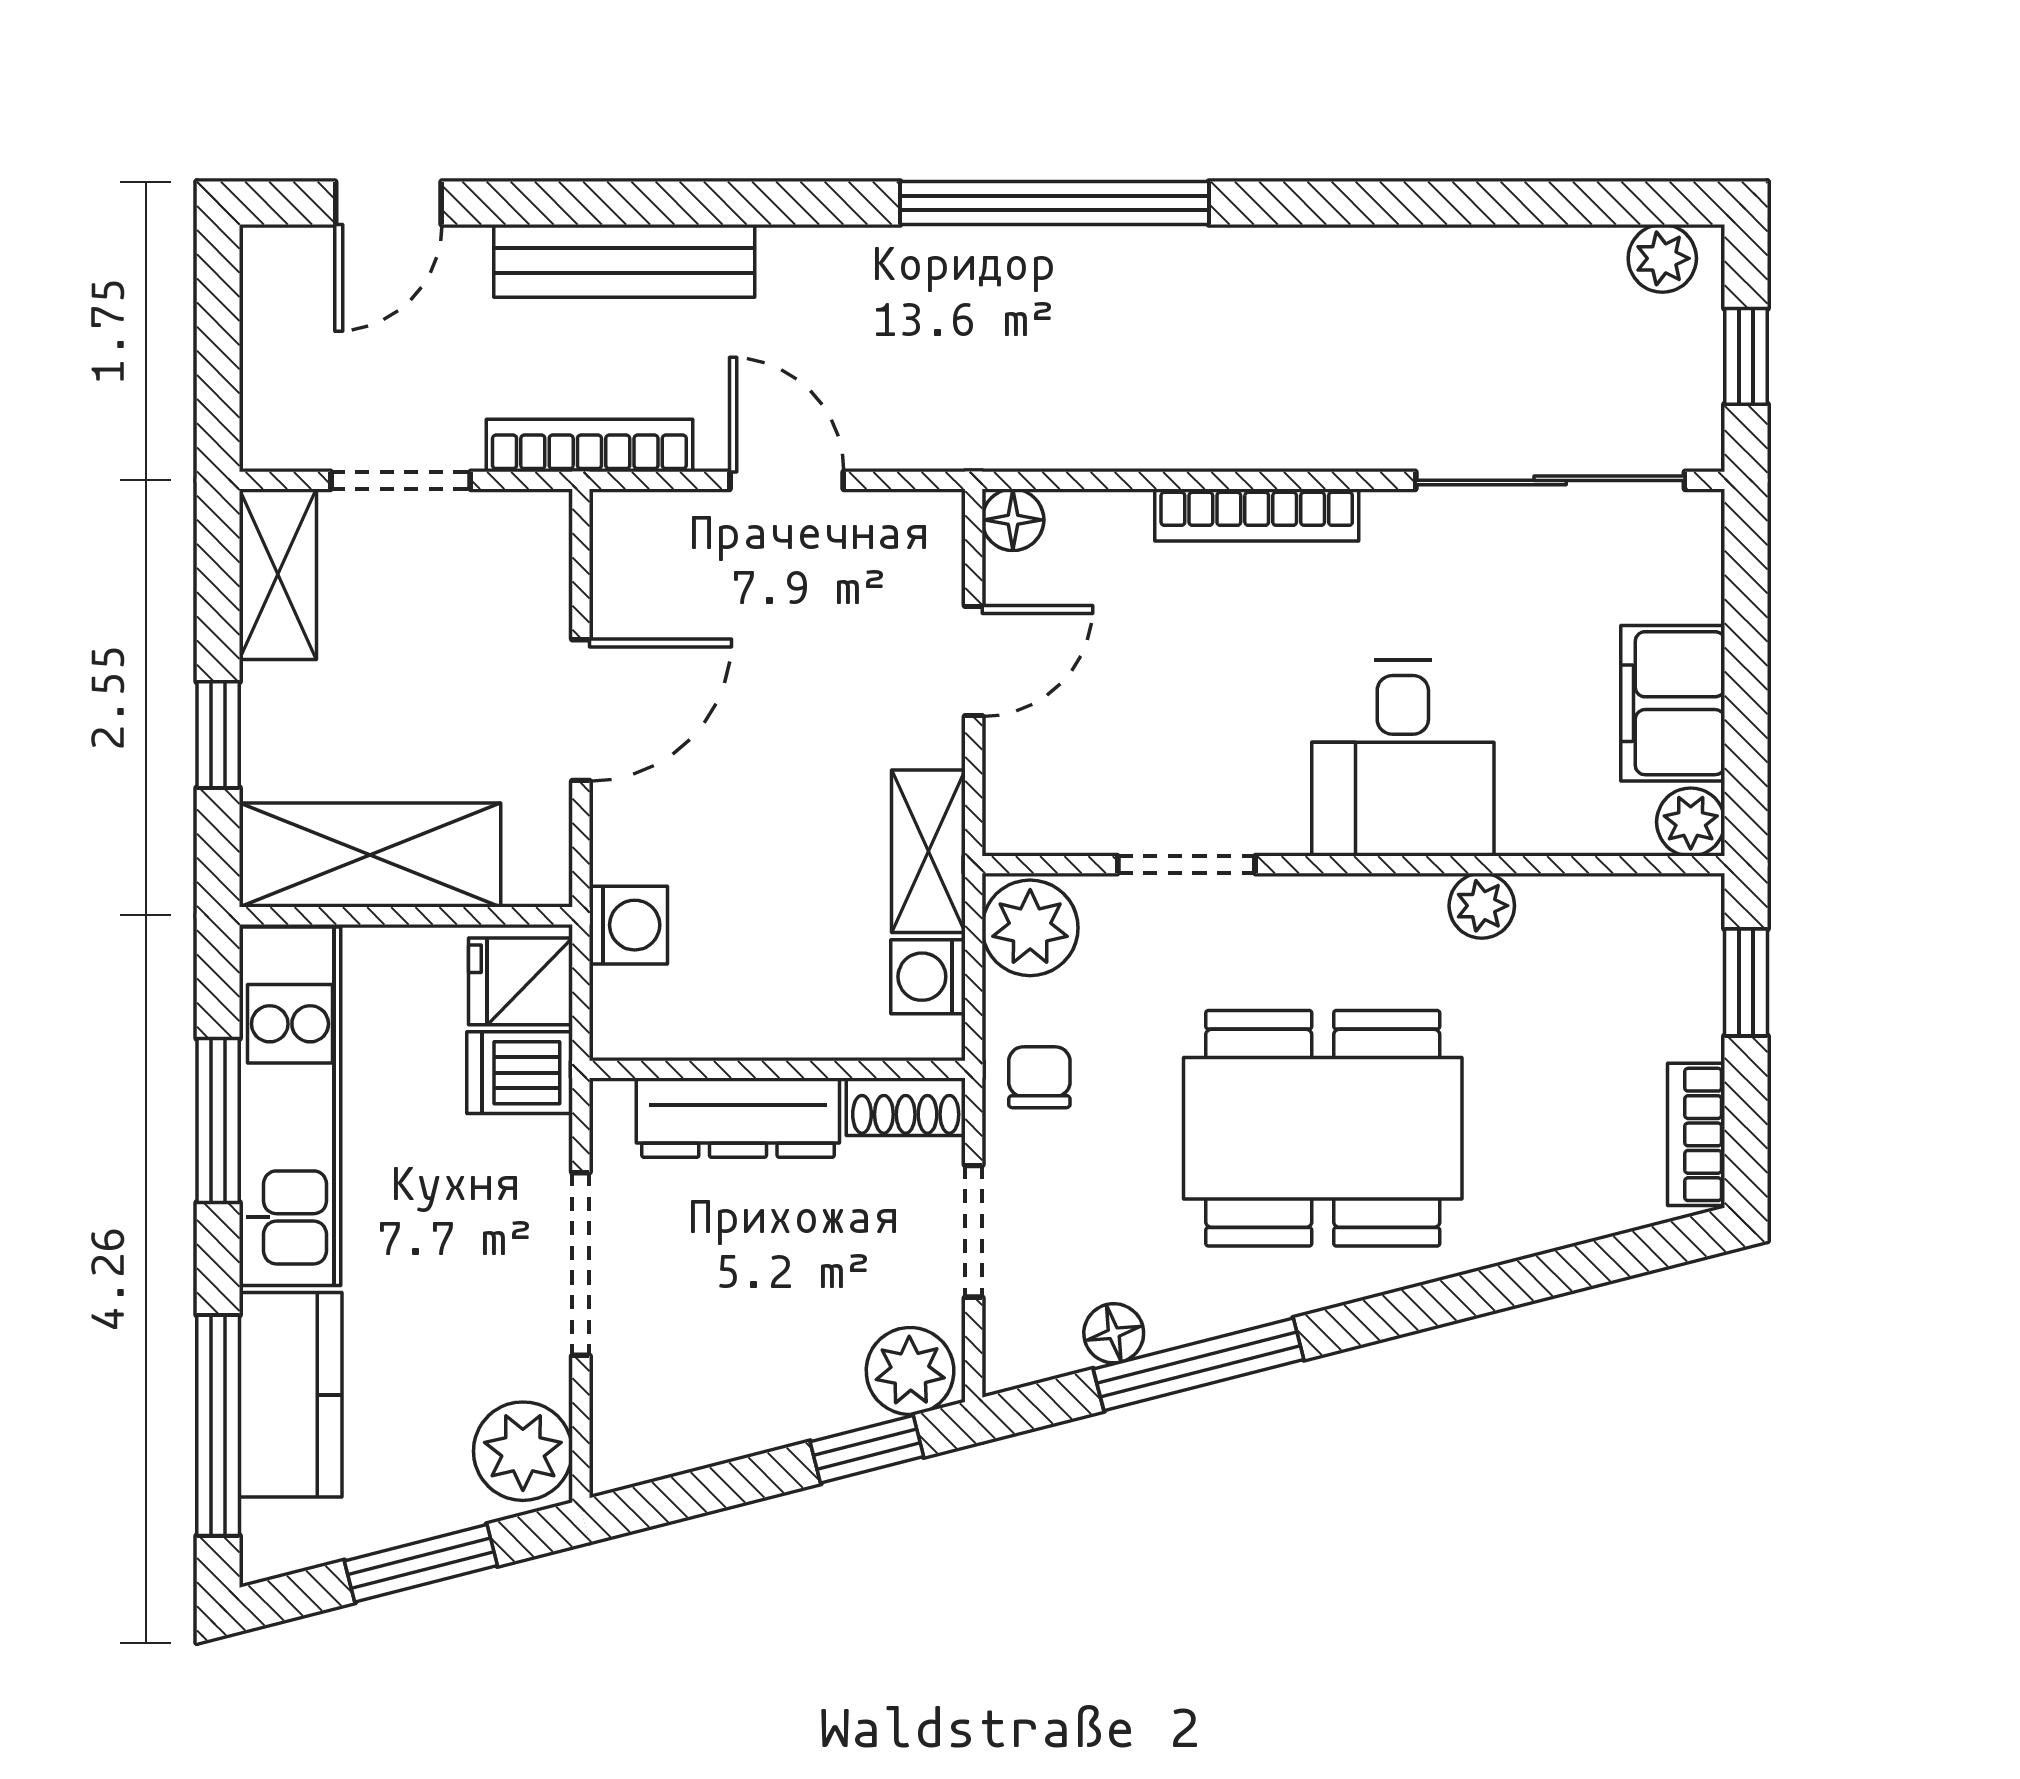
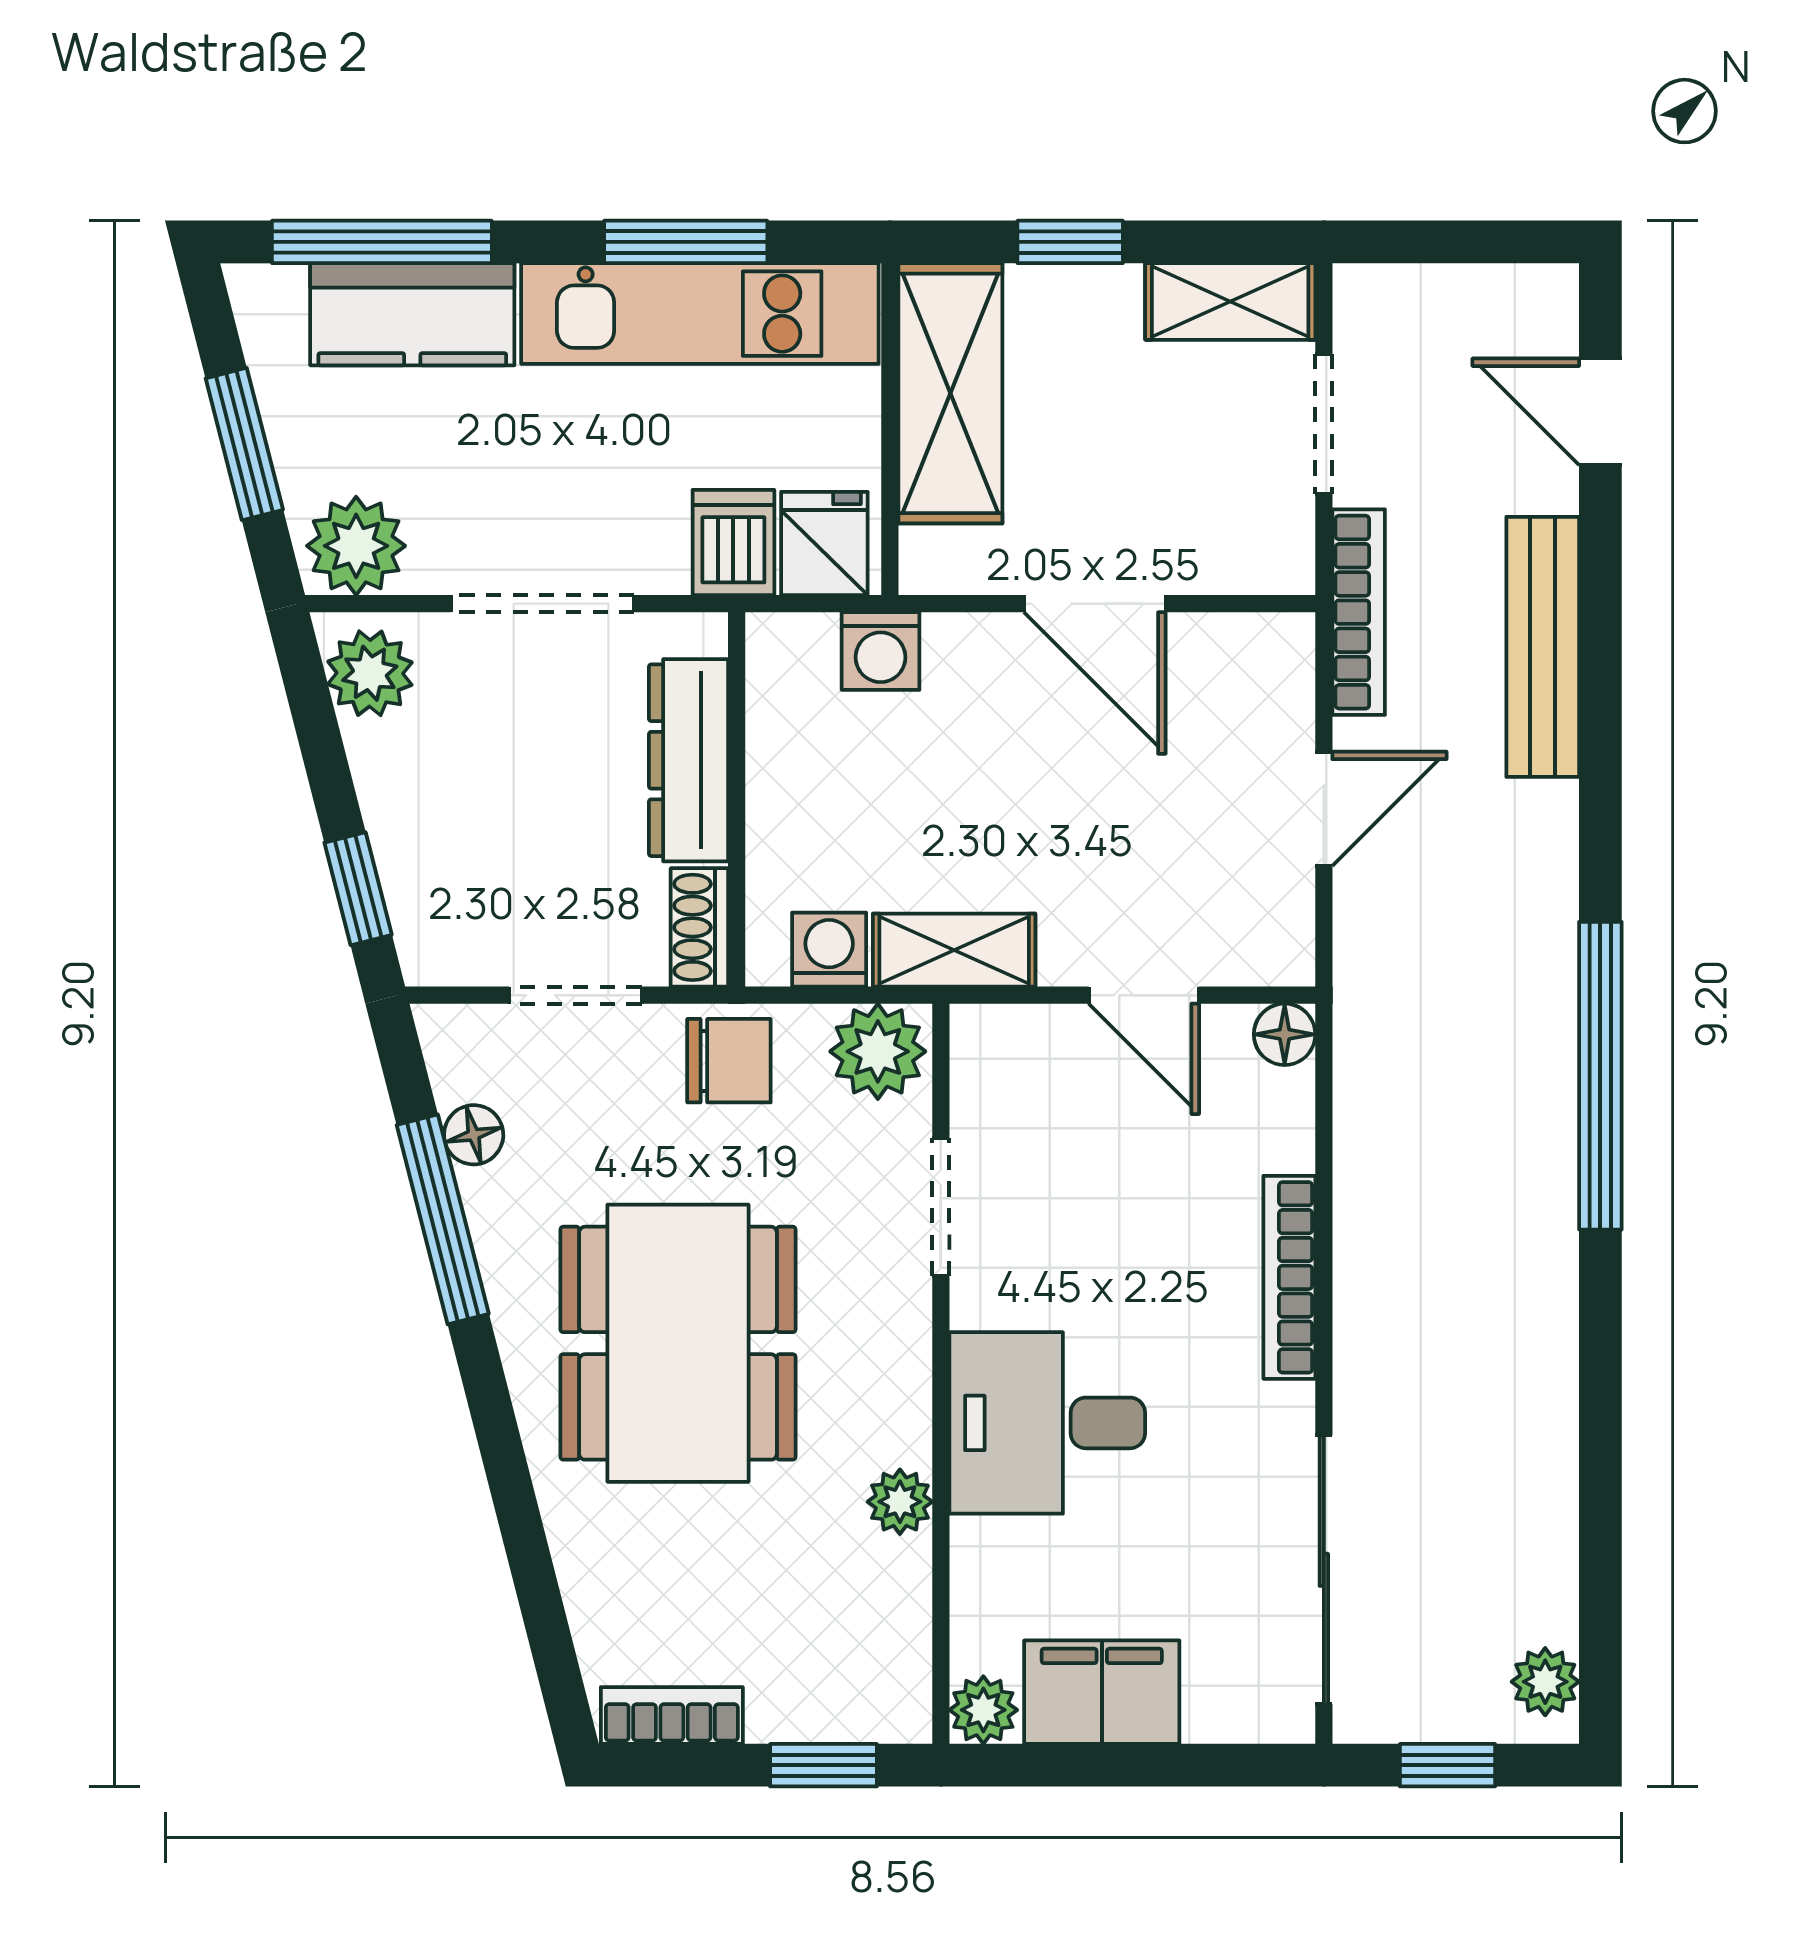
chair: (1039, 1077) -> (729, 1061), width x1.37, depth x1.37
plant: (910, 1371) -> (370, 673), moved

